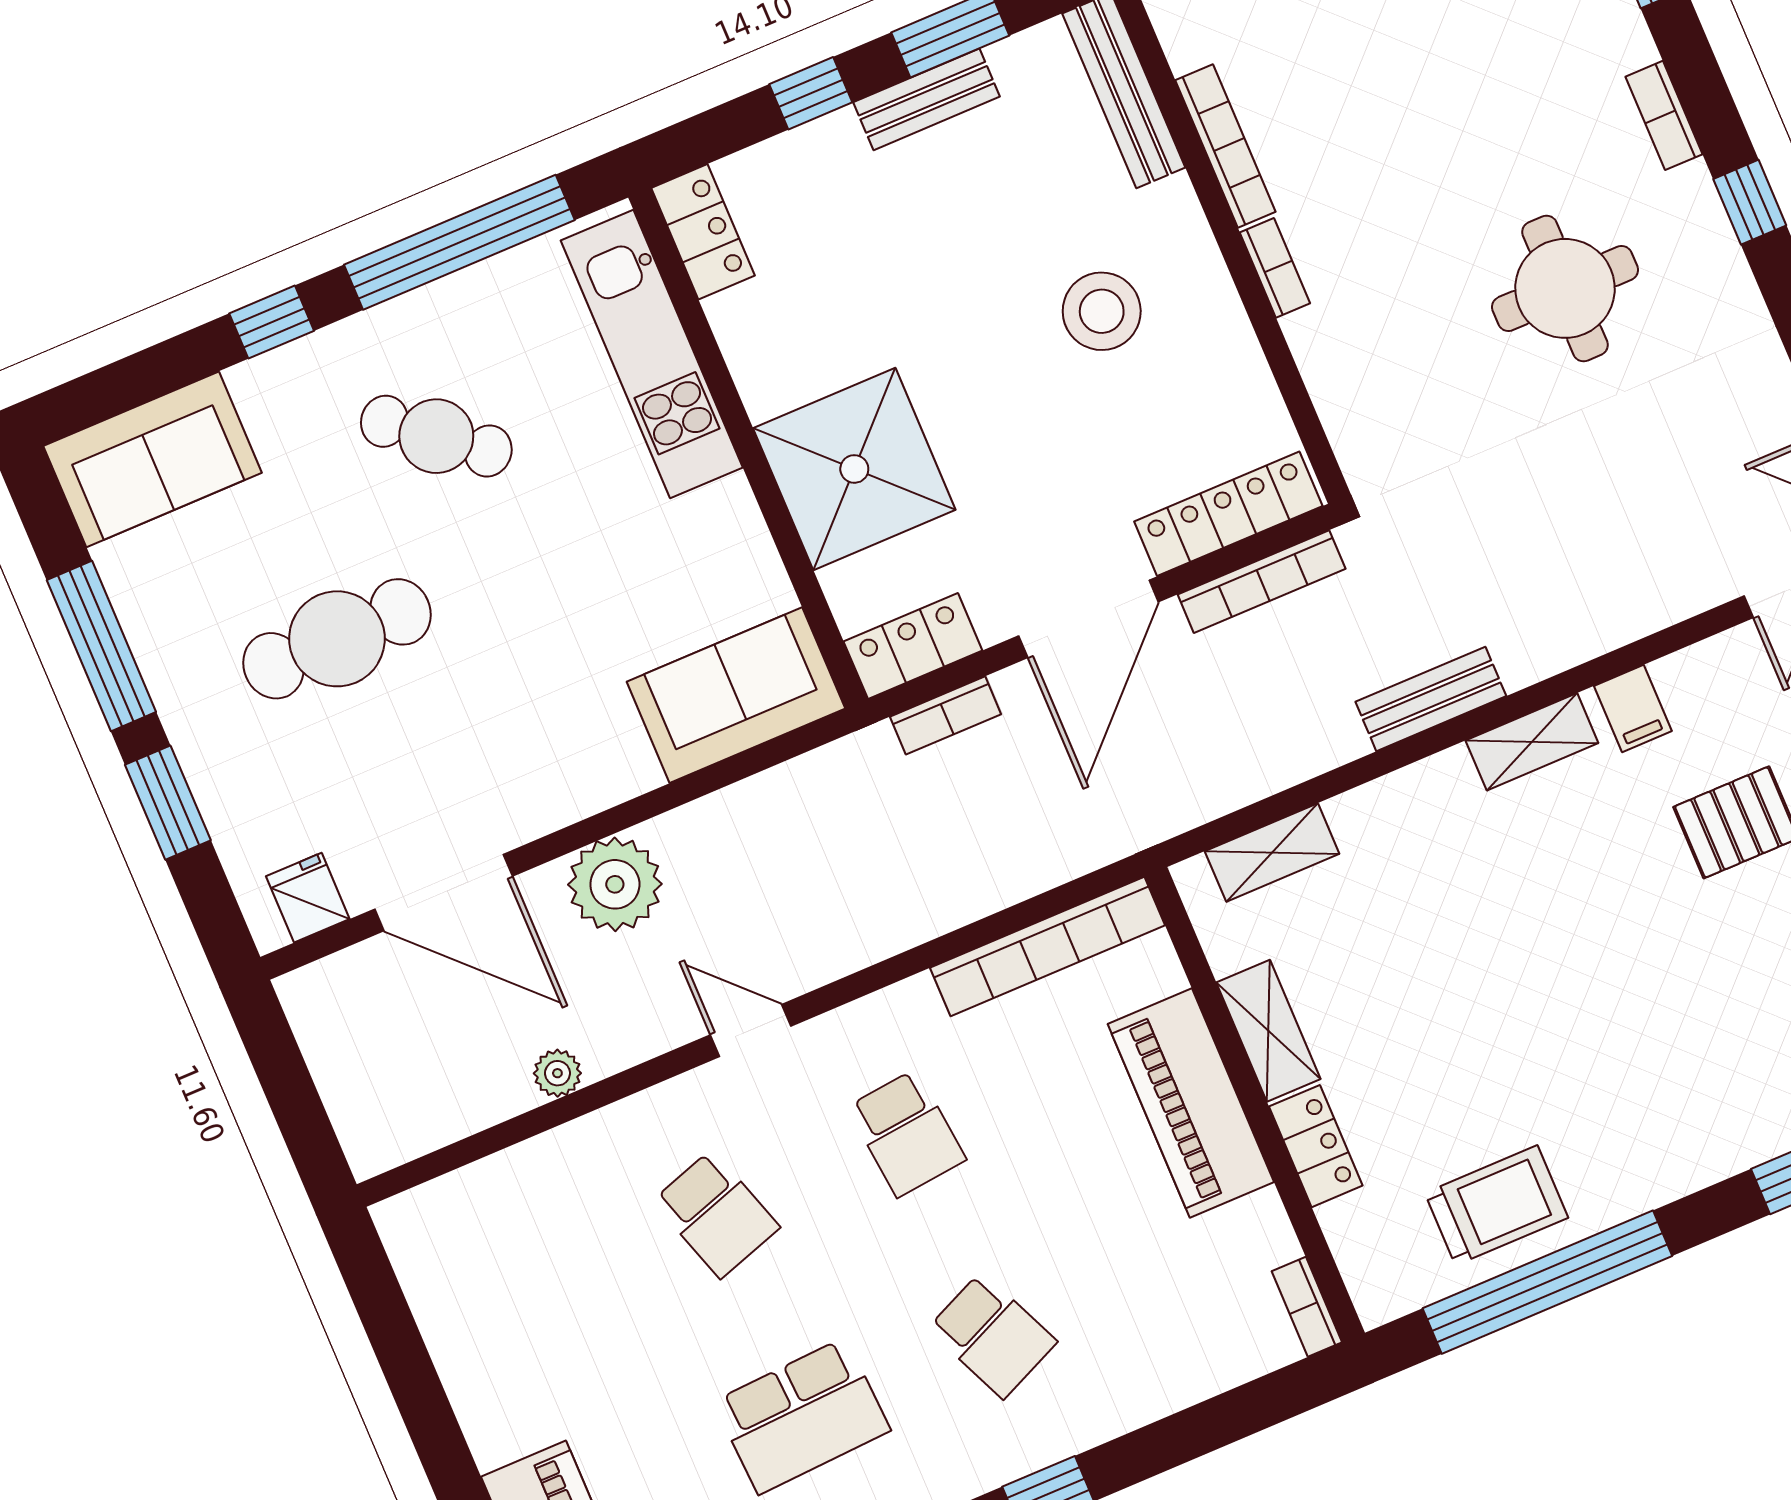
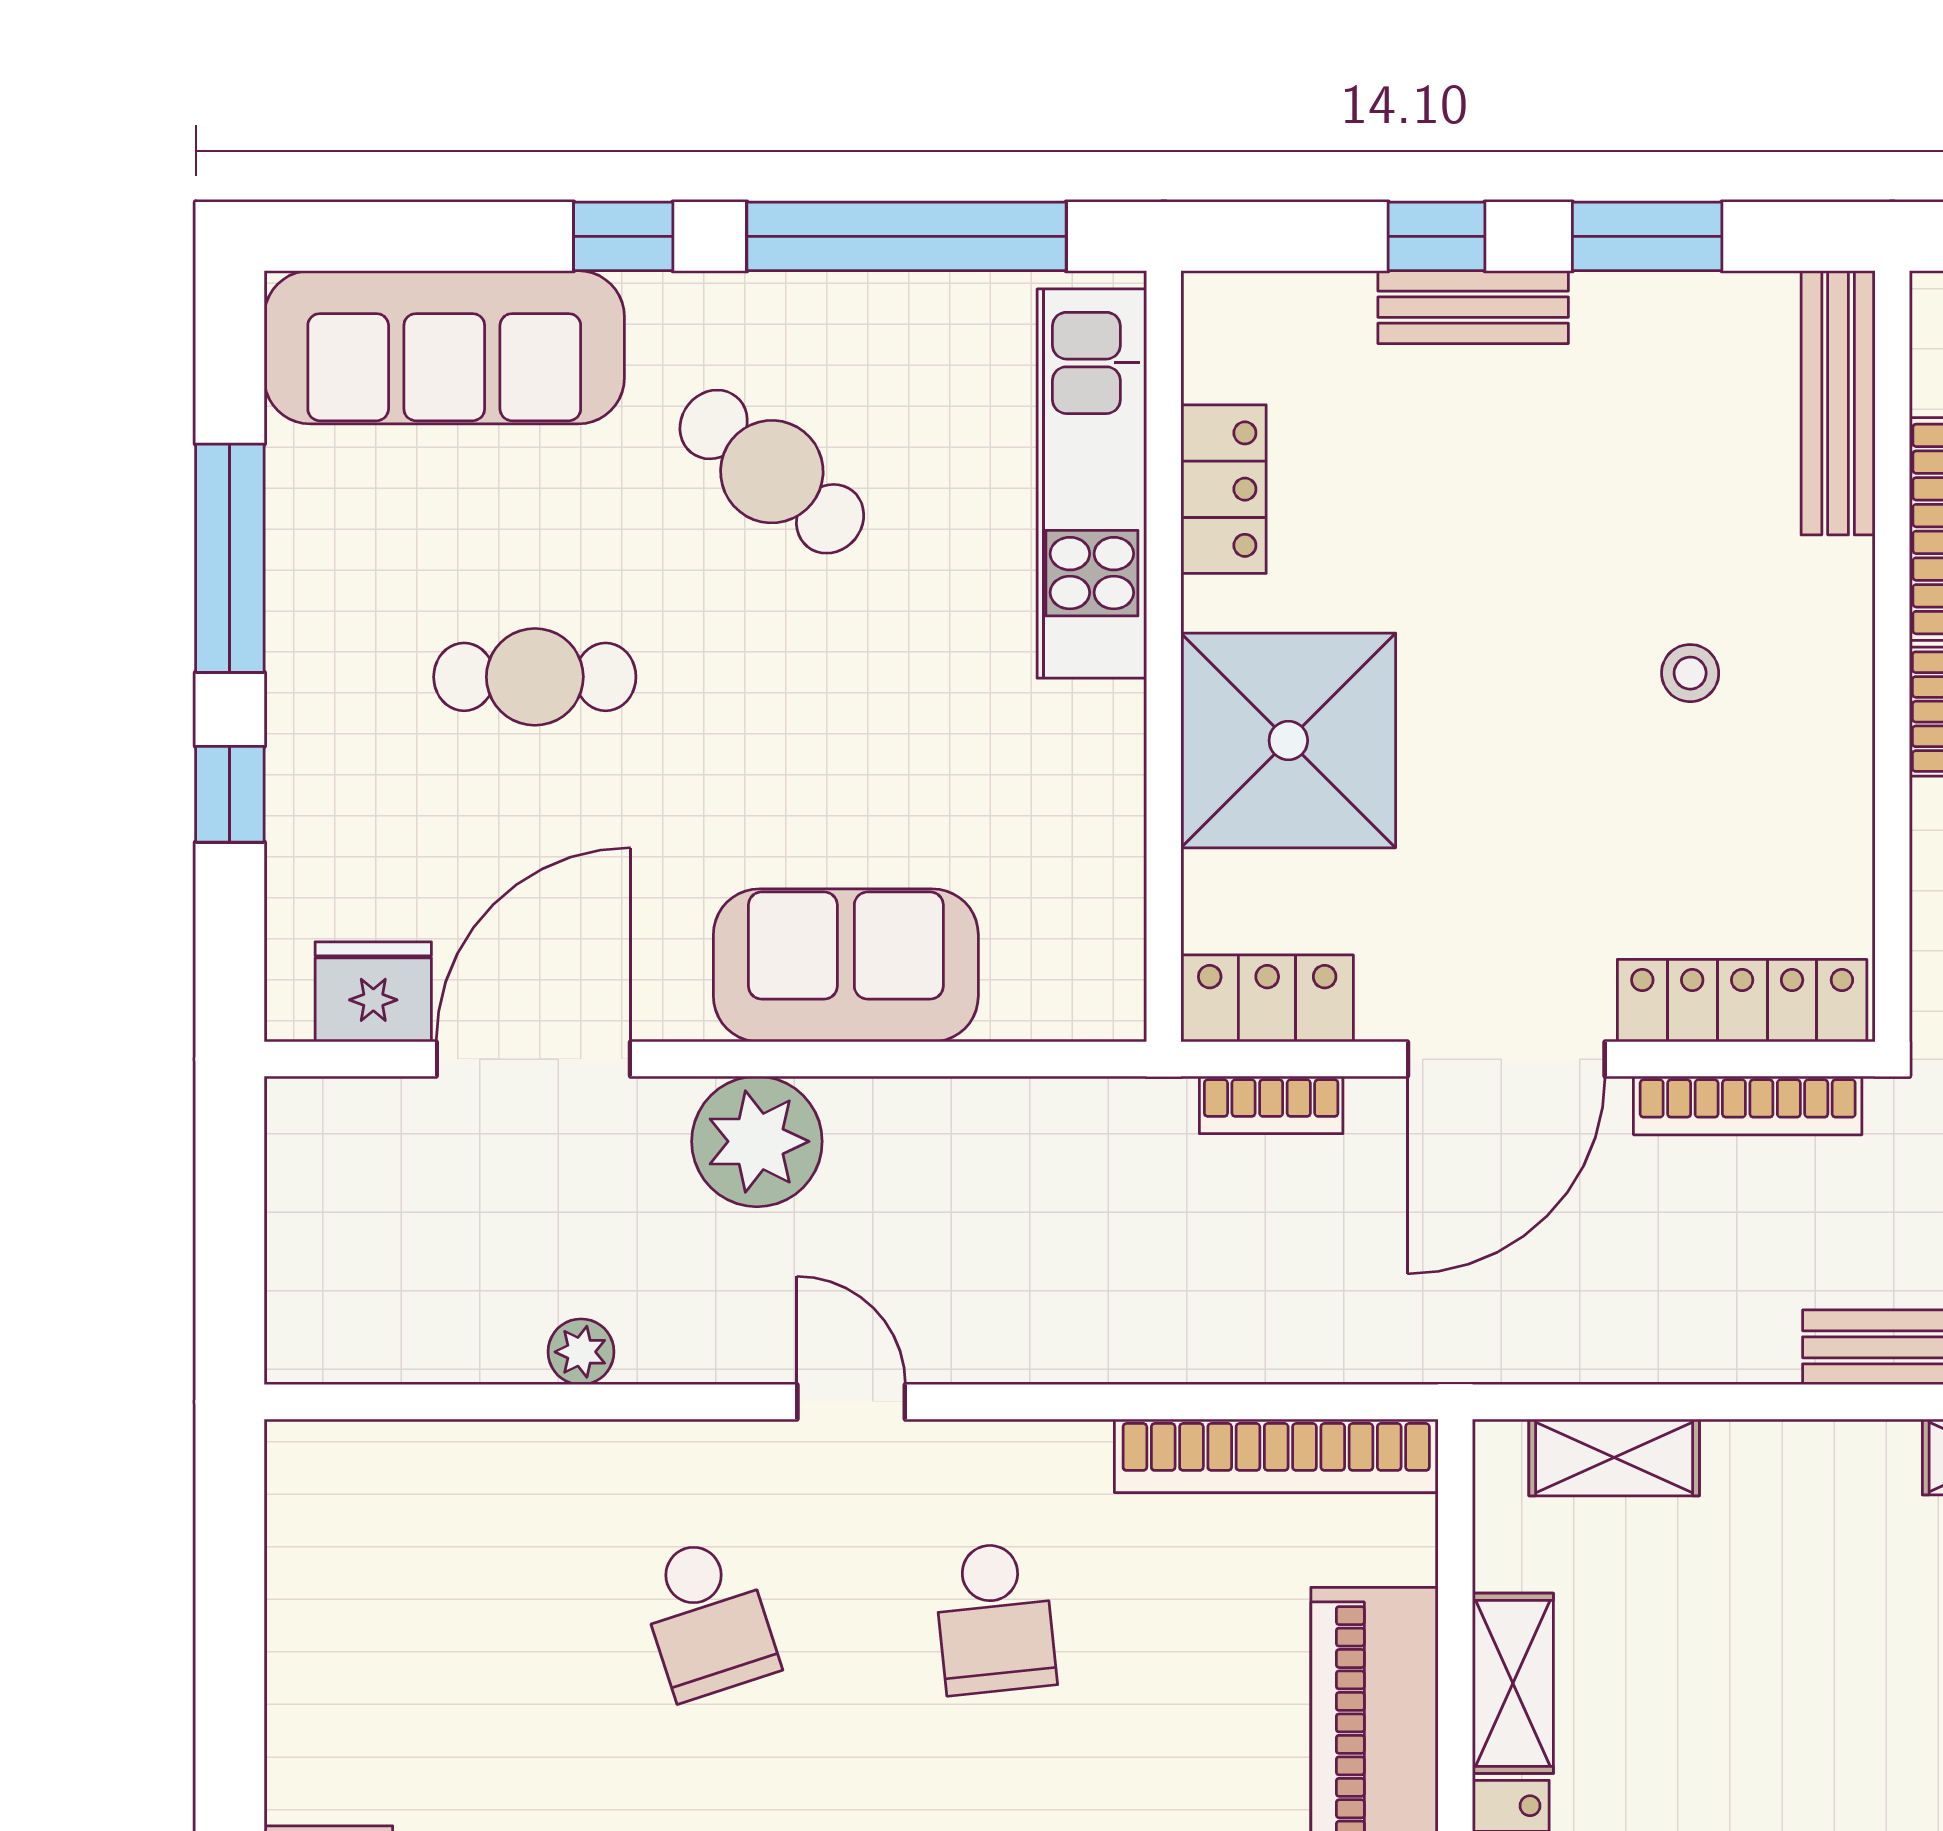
bench: (926, 99) -> (1473, 307), moved
locker: (703, 232) -> (1224, 489), moved
stool: (1102, 311) -> (1690, 673), width x0.53, depth x0.53
sofa: (153, 459) -> (444, 347), width x1.36
cafe table: (337, 639) -> (535, 677), width x0.73, depth x0.74
sofa: (736, 695) -> (846, 965), moved
window: (168, 803) -> (230, 794), width x0.67
door: (444, 893) -> (533, 1059), swing flipped
fridge: (308, 898) -> (373, 992), width x1.38

